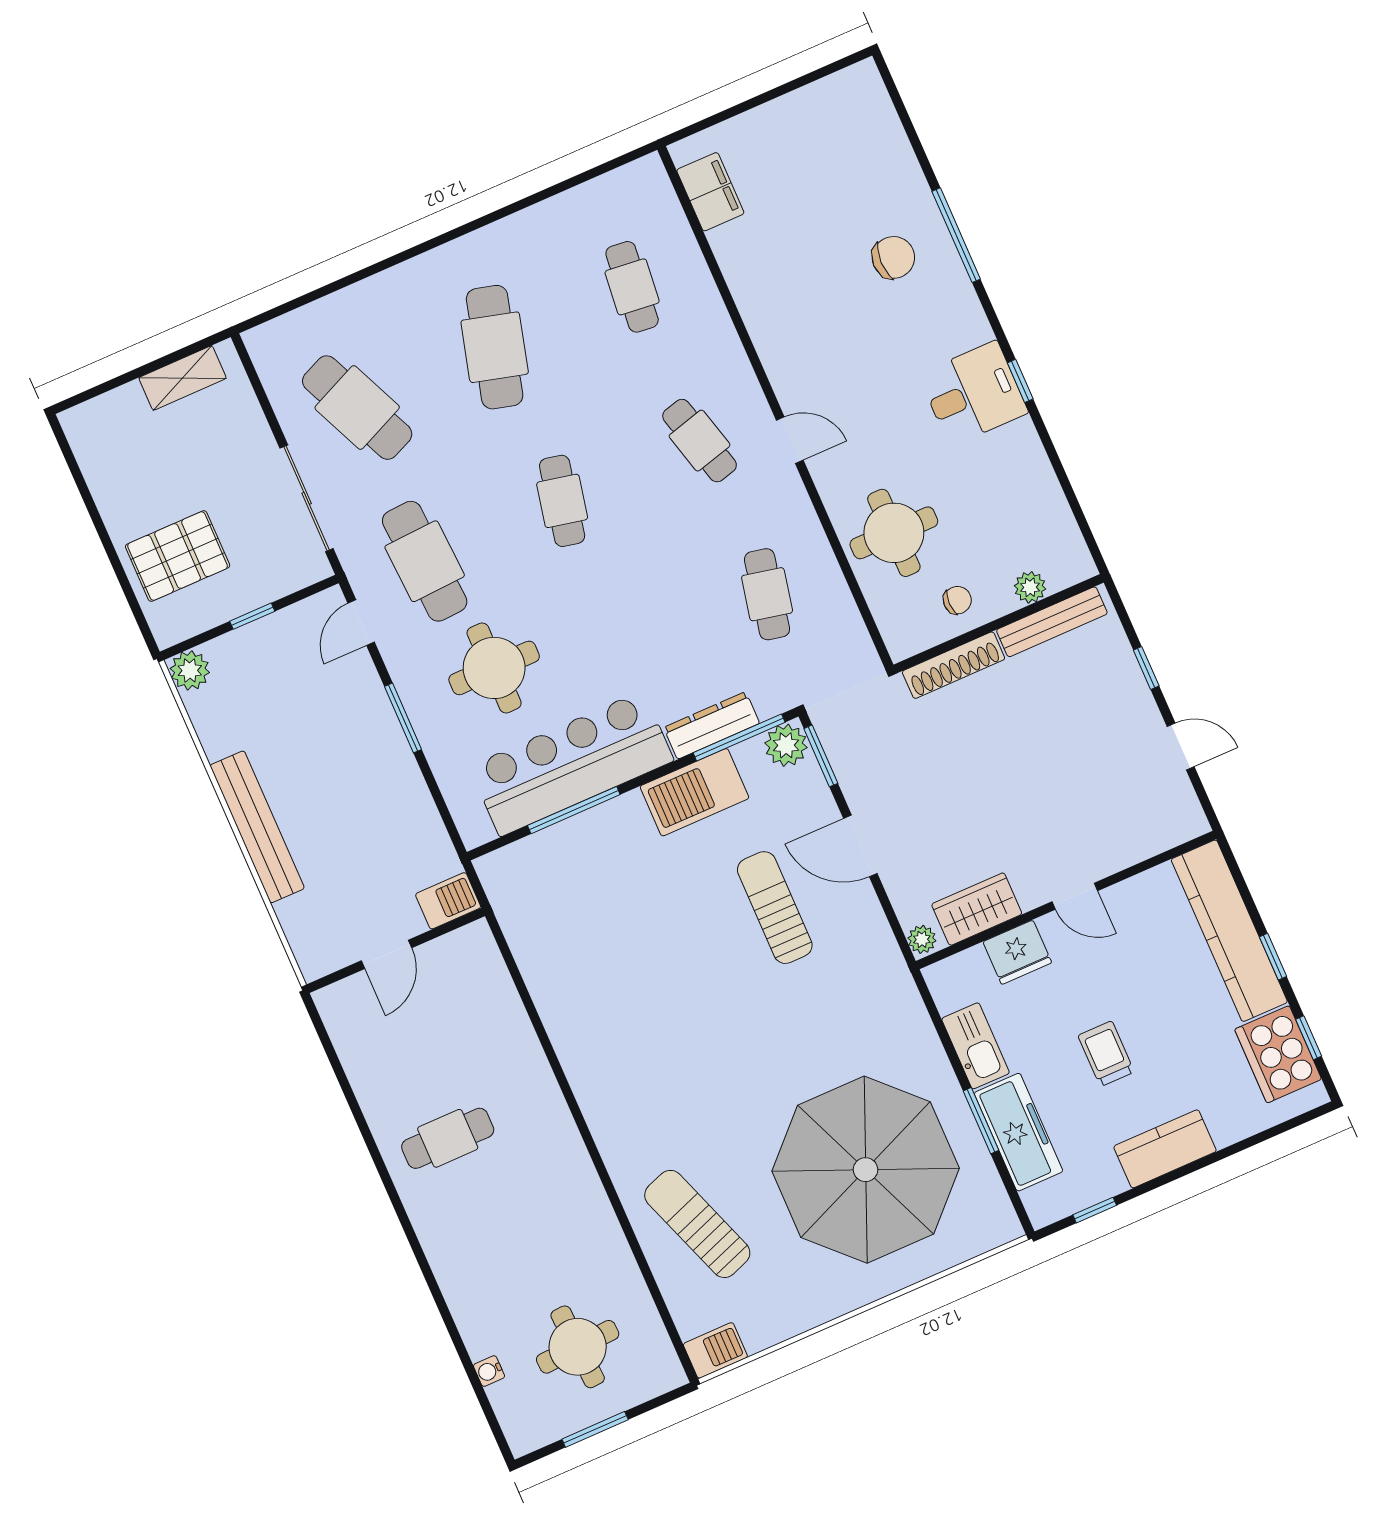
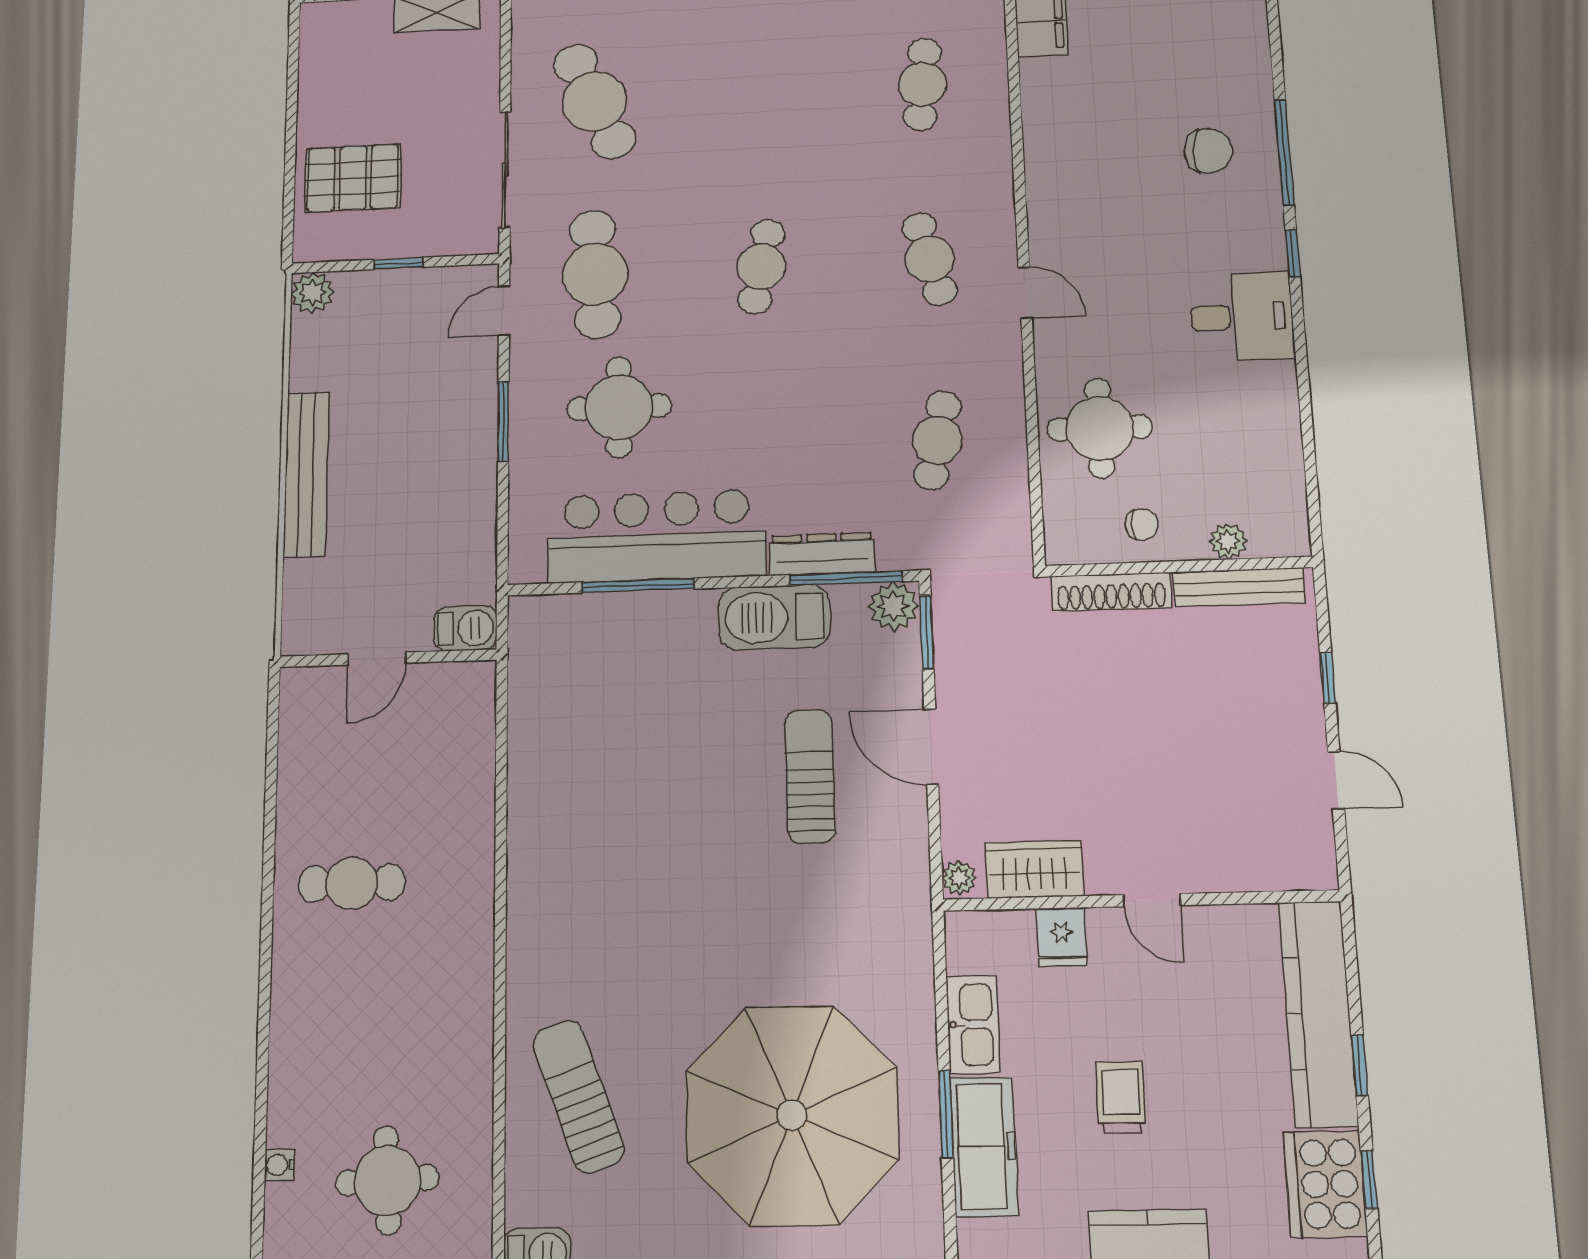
cafe table: (495, 347) -> (758, 93), removed
window: (1020, 381) -> (1293, 253), moved
fridge: (1017, 952) -> (1062, 937), width x0.72

